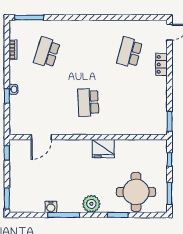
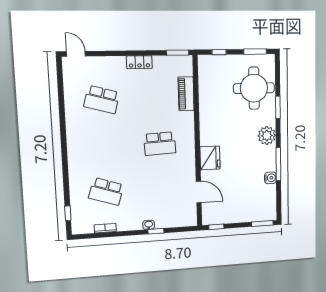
window: (29, 17) -> (68, 213), width x0.46
locker: (161, 64) -> (139, 62), moved
piano: (133, 128) -> (186, 94), added
fridge: (103, 149) -> (210, 158), moved

